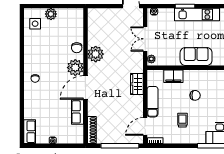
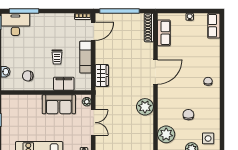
chair: (77, 48) -> (188, 115), moved
sofa: (196, 56) -> (59, 104), moved
plant: (75, 68) -> (166, 134), moved
chair: (195, 95) -> (28, 76), moved
row of seats: (77, 112) -> (164, 33), moved
trolley: (182, 120) -> (57, 57), moved

